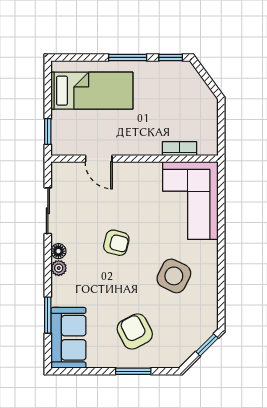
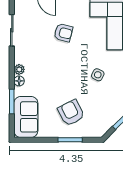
armchair: (116, 243) -> (63, 33), moved
floor lamp: (58, 251) -> (19, 81), moved
side table: (174, 276) -> (98, 75), width x0.54, depth x0.54

